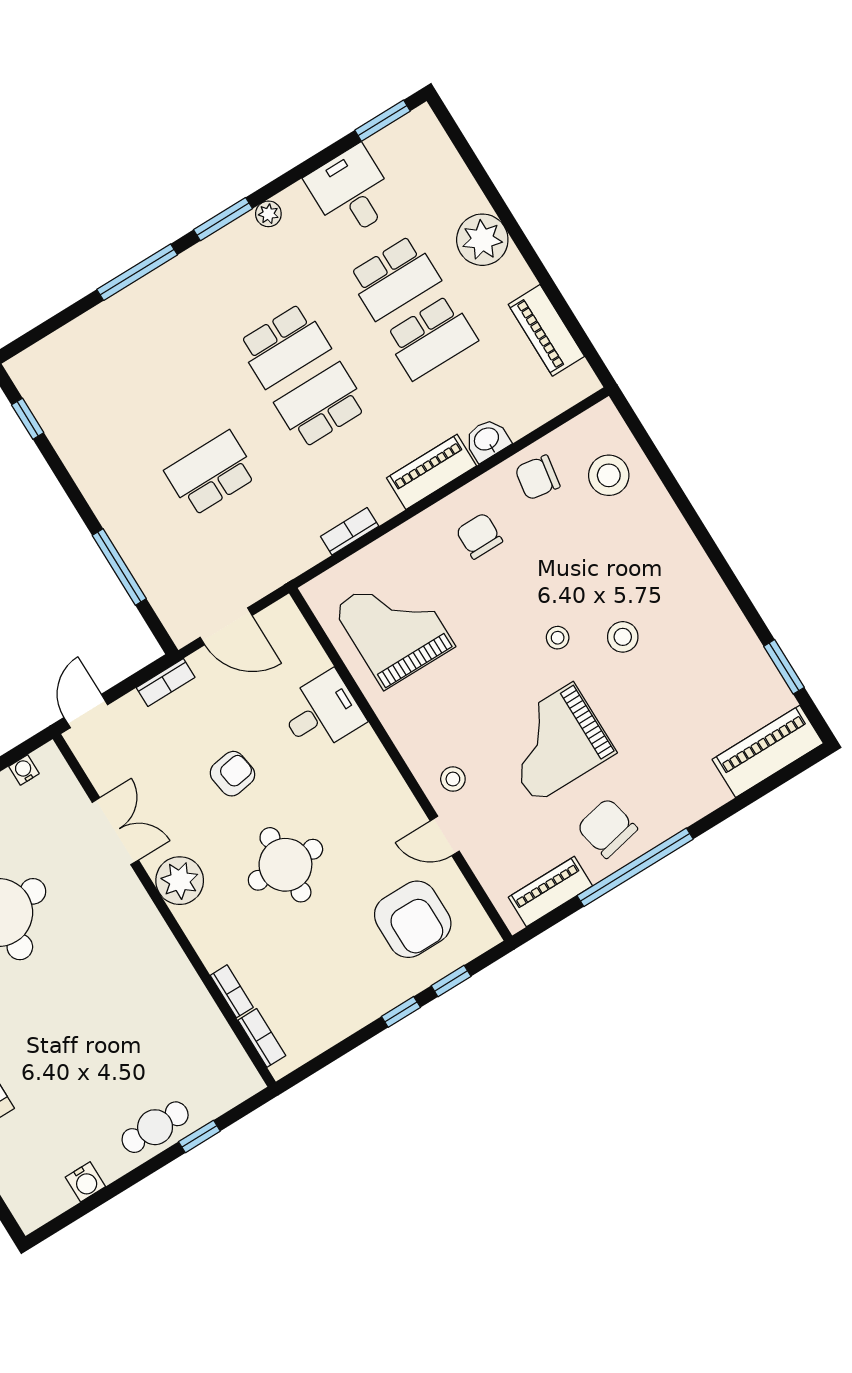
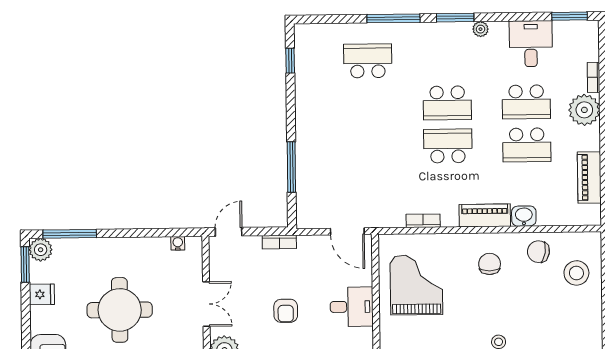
bookcase: (468, 186) -> (594, 77), added
school desk: (211, 473) -> (368, 61), moved
door: (226, 626) -> (347, 231), moved
armchair: (232, 774) -> (286, 311), turned 99

